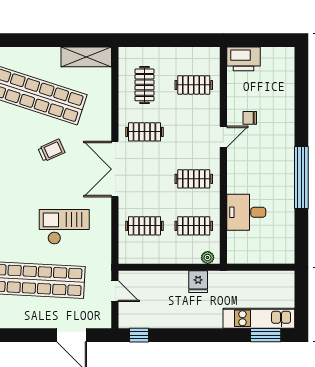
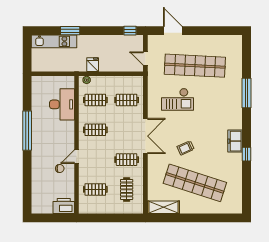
desk: (246, 212) -> (62, 104), width x1.37
window: (266, 335) -> (70, 31), moved

